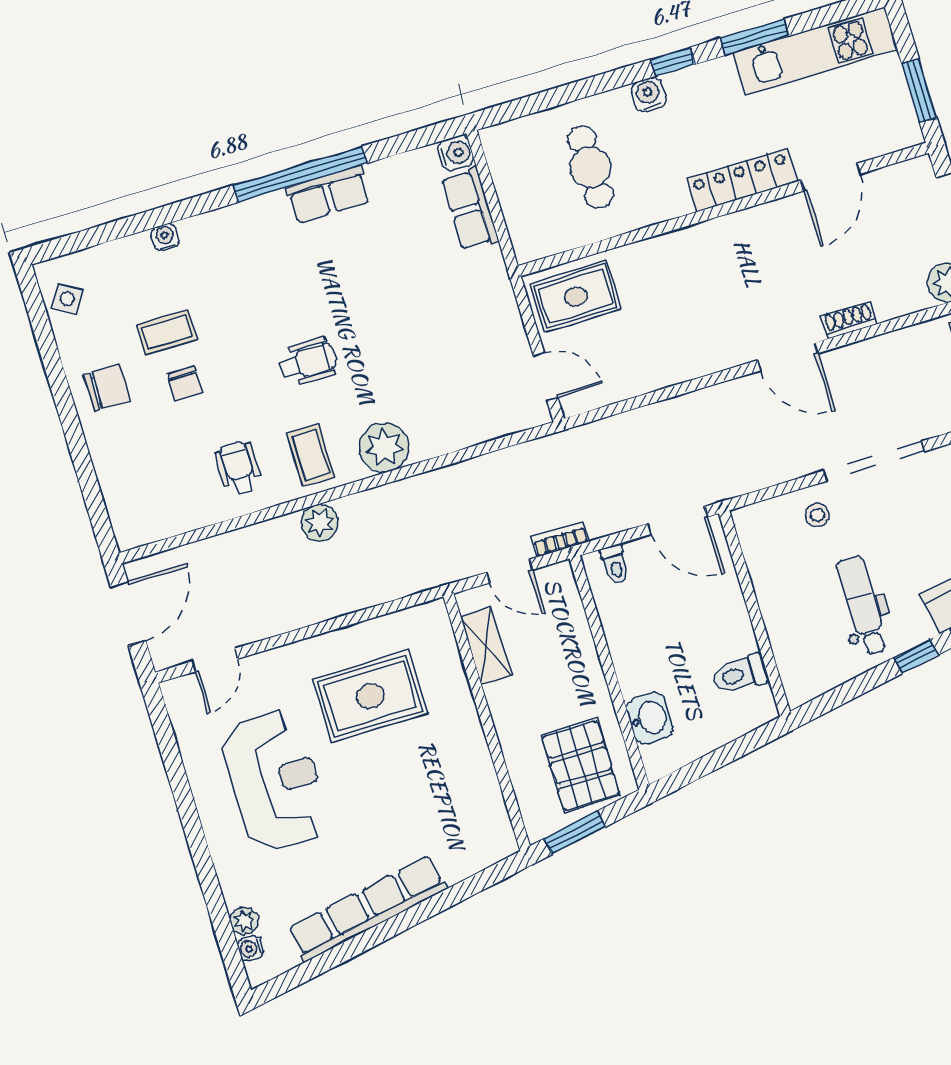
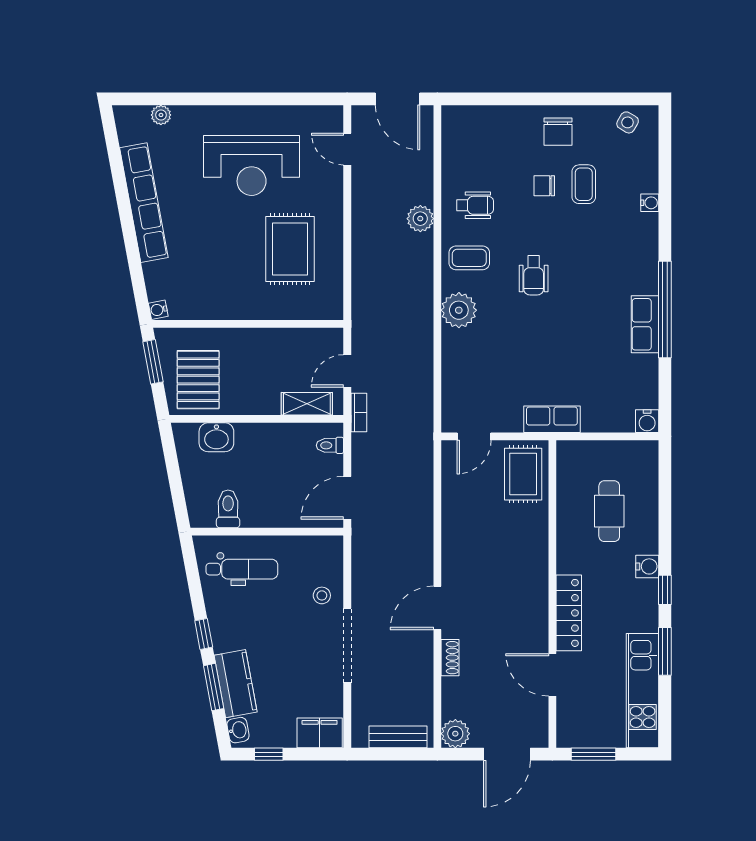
cafe table: (590, 167) -> (609, 511), turned 90
row of seats: (470, 209) -> (552, 419), moved
plant: (320, 523) -> (420, 219), moved
dental chair: (863, 605) -> (242, 569), moved
shelving: (486, 646) -> (307, 404), moved
pallet: (581, 766) -> (198, 380), turned 90
water cooler: (250, 949) -> (158, 310), moved, turned -101

